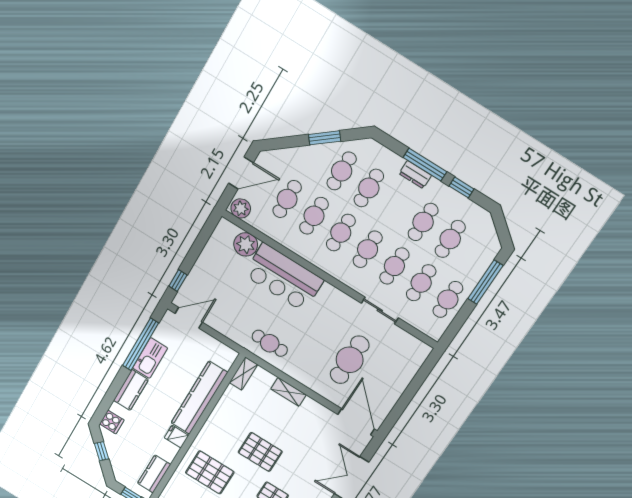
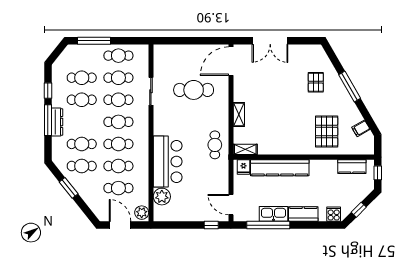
dresser: (415, 175) -> (57, 122), width x1.44
fridge: (176, 437) -> (244, 167), moved
pallet: (260, 452) -> (291, 108), removed

